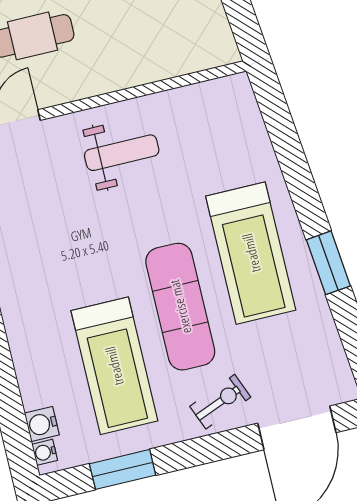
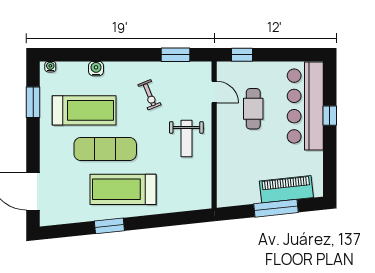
treadmill: (114, 366) -> (84, 110), turned 180
exercise bike: (220, 402) -> (149, 95), moved
water cooler: (42, 424) -> (96, 69), moved

